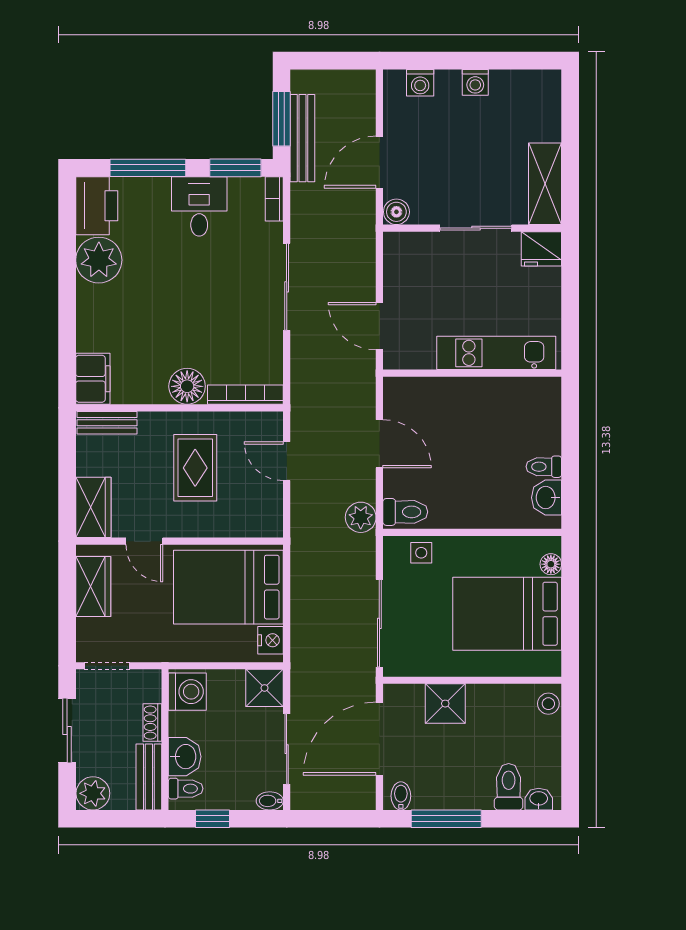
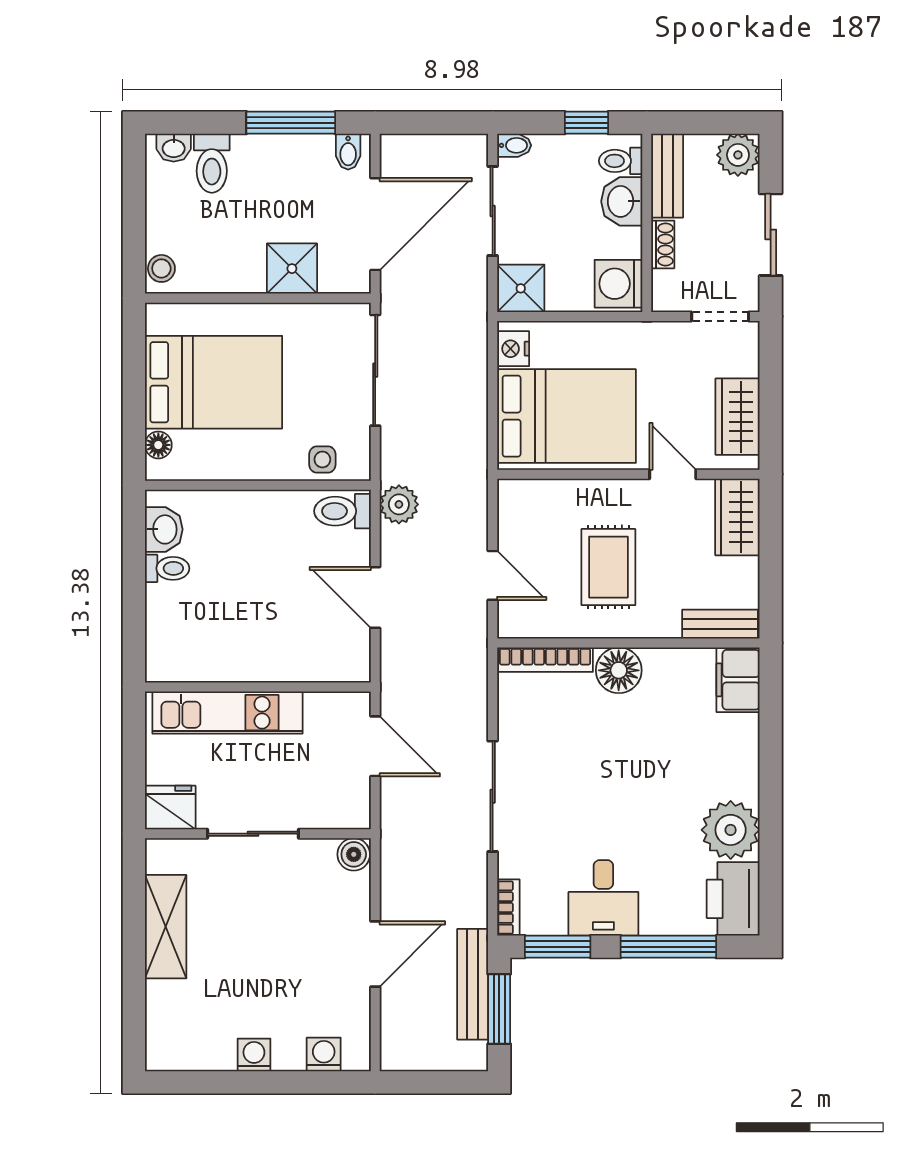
boiler: (396, 212) -> (354, 854), moved
wall: (472, 228) -> (258, 834), moved
sliding door: (476, 228) -> (253, 834), moved
fridge: (541, 249) -> (170, 807), moved

